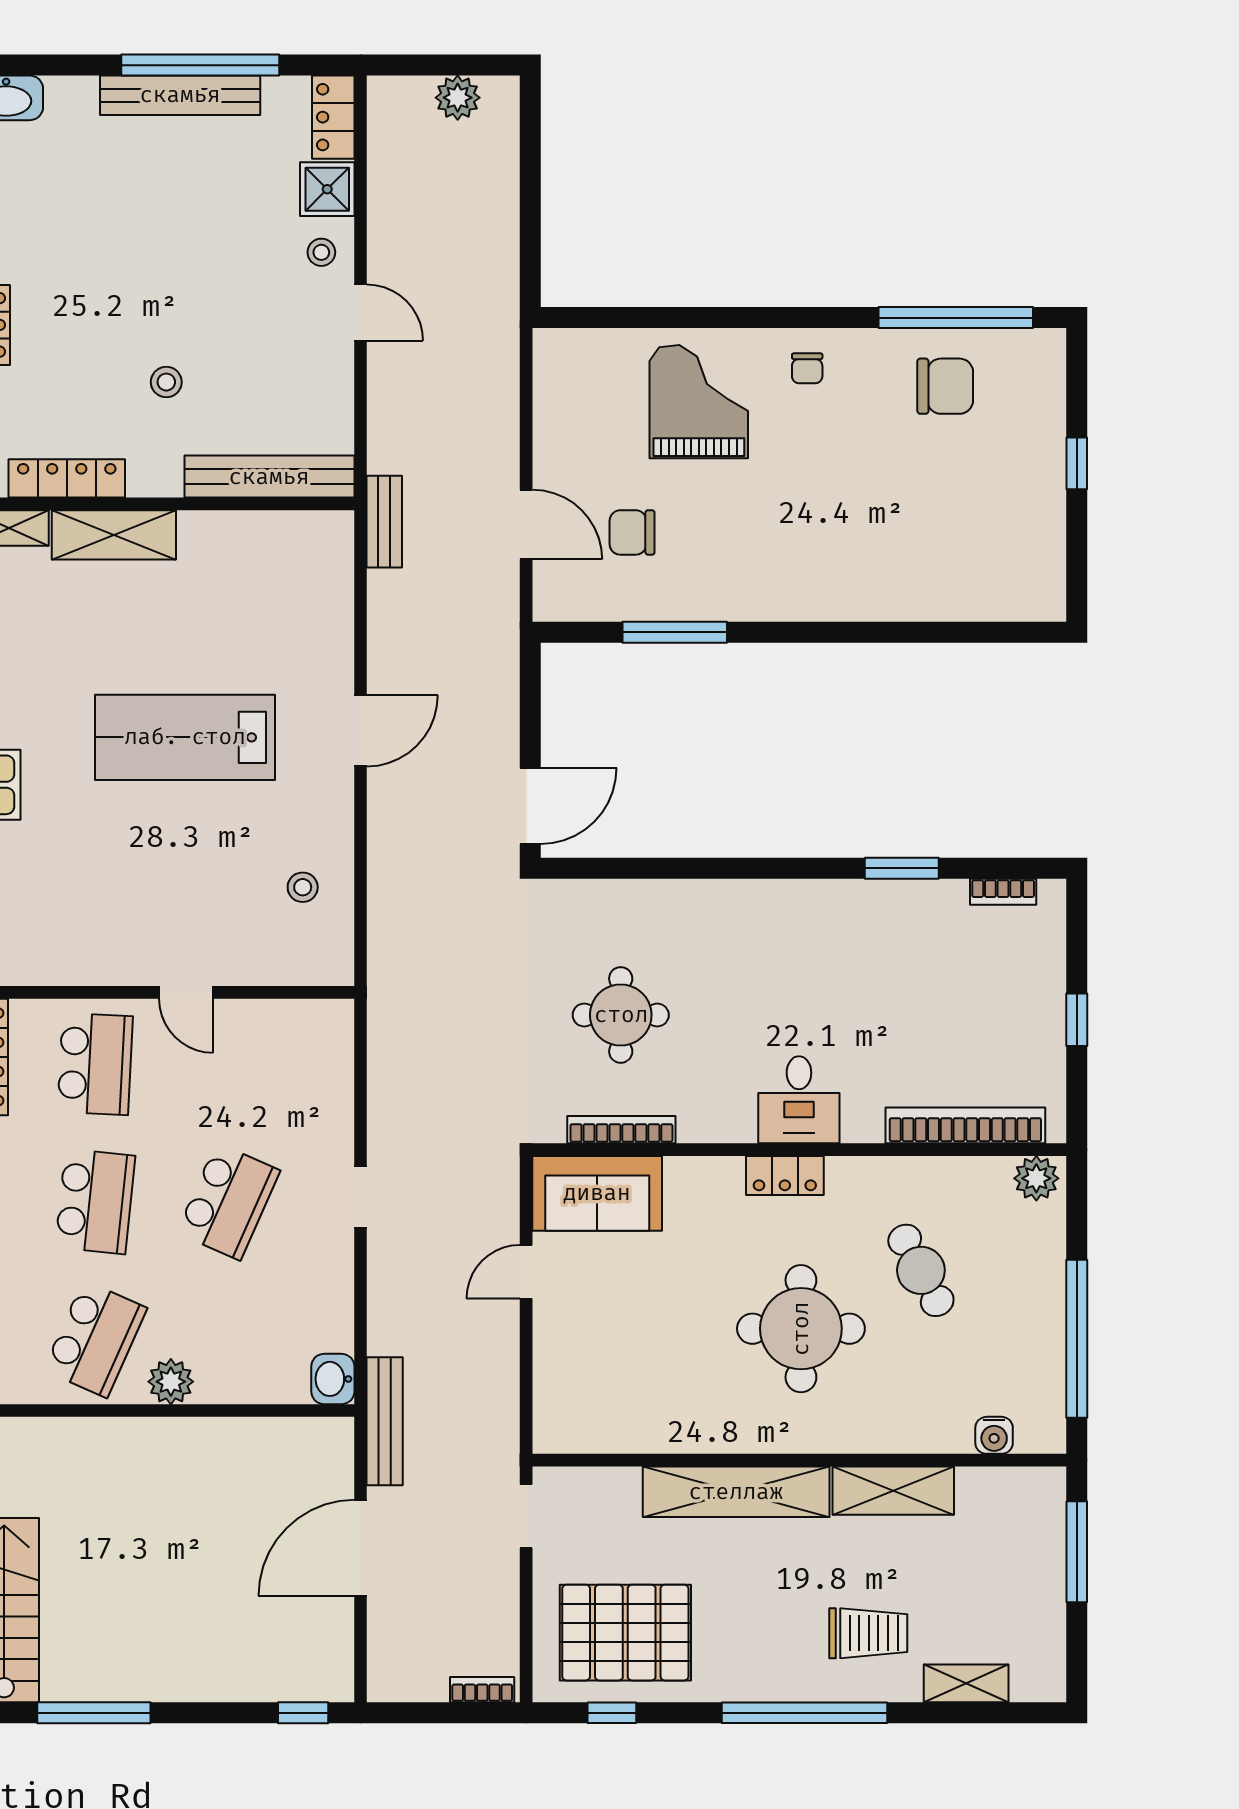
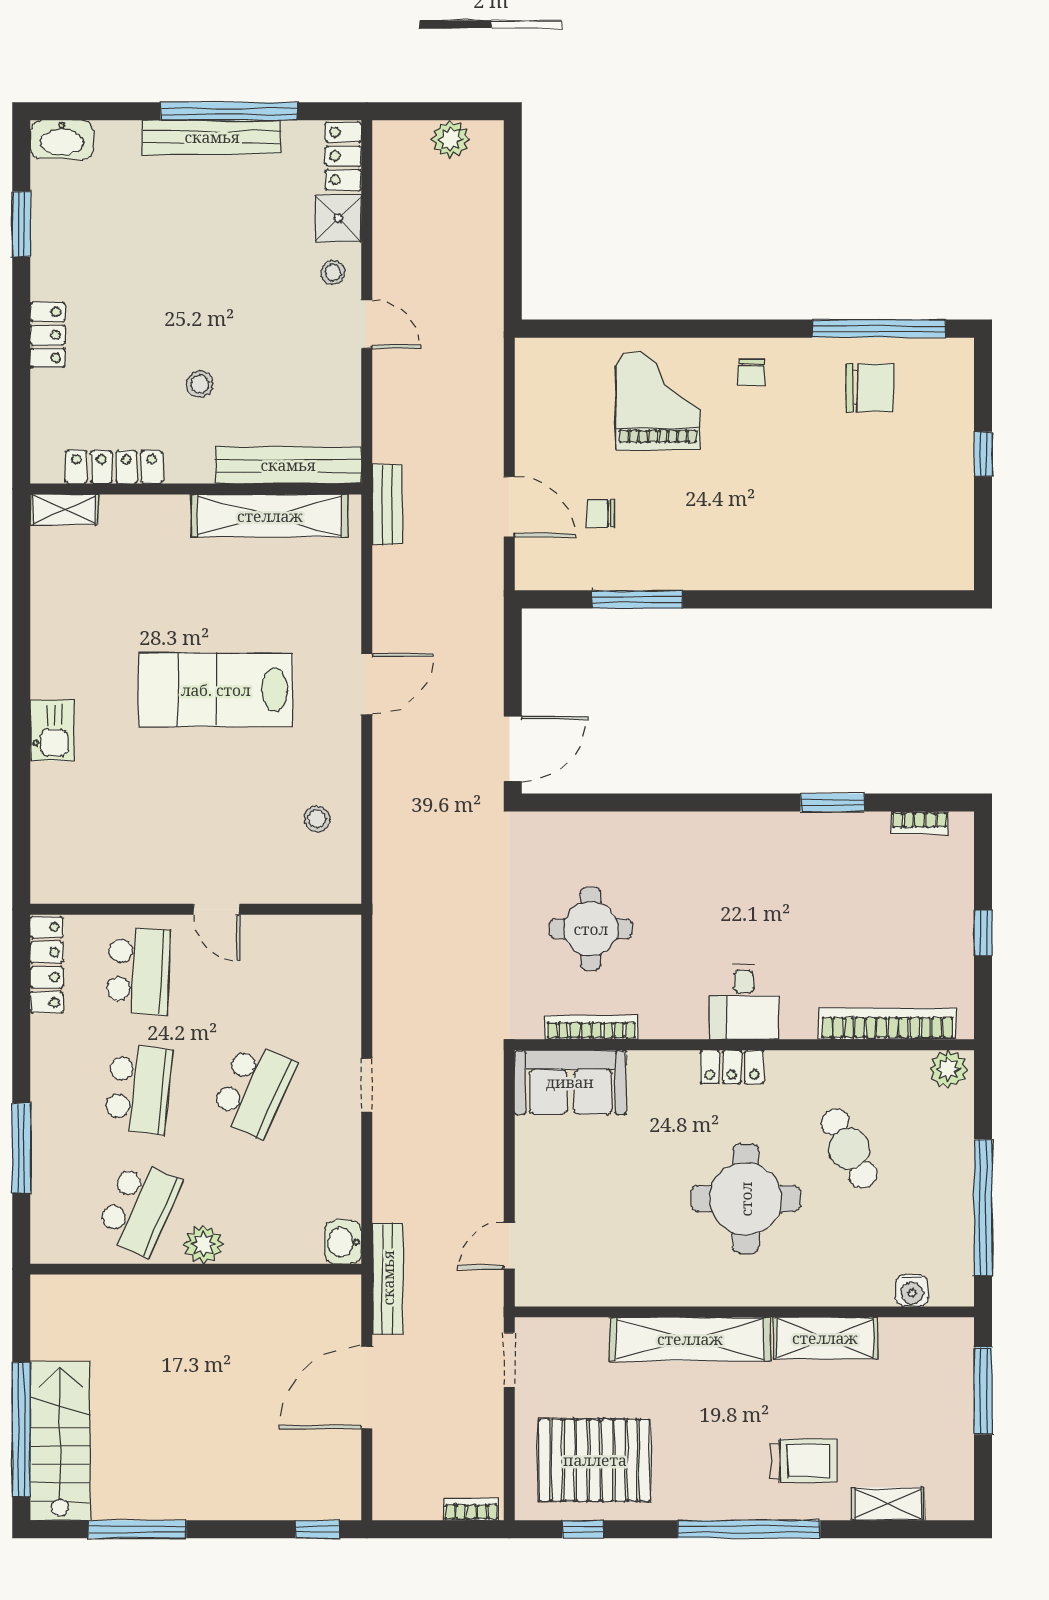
chair: (632, 532) -> (600, 514), width x0.73, depth x0.73
shelving: (114, 535) -> (270, 516), moved, width x1.47
door: (526, 1272) -> (509, 1246), moved

